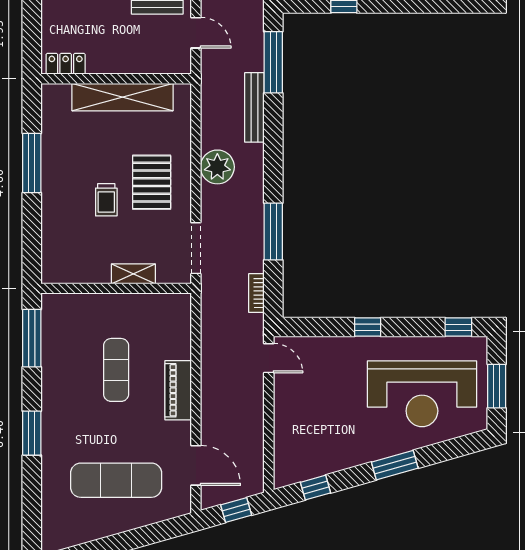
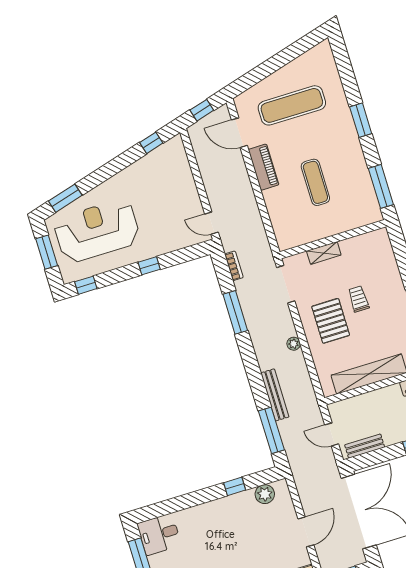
plant: (217, 167) -> (294, 344), width x0.53, depth x0.53
piano: (178, 390) -> (263, 167), moved
window: (395, 465) -> (65, 198), moved

